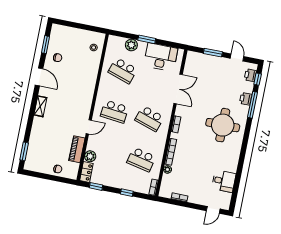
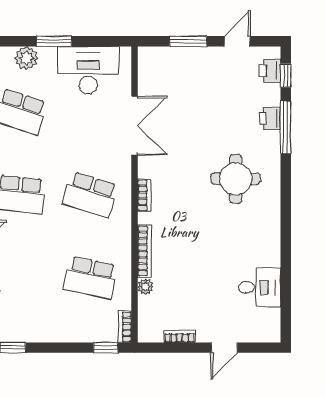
door: (237, 57) -> (237, 41), hinge flipped
round table: (223, 125) -> (236, 179), width x0.73, depth x0.73
window: (127, 193) -> (106, 348), moved
door: (213, 210) -> (224, 348), moved

